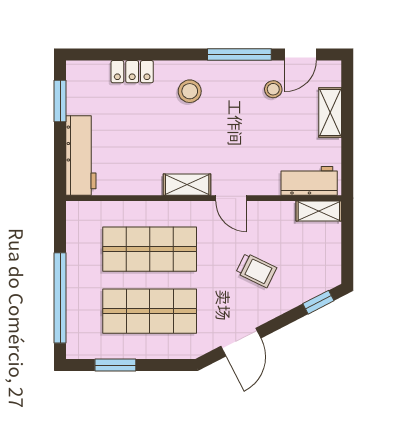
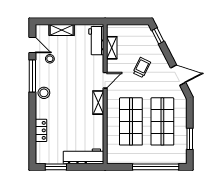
stool: (190, 91) -> (44, 93), moved
shelving: (319, 211) -> (112, 48), moved

